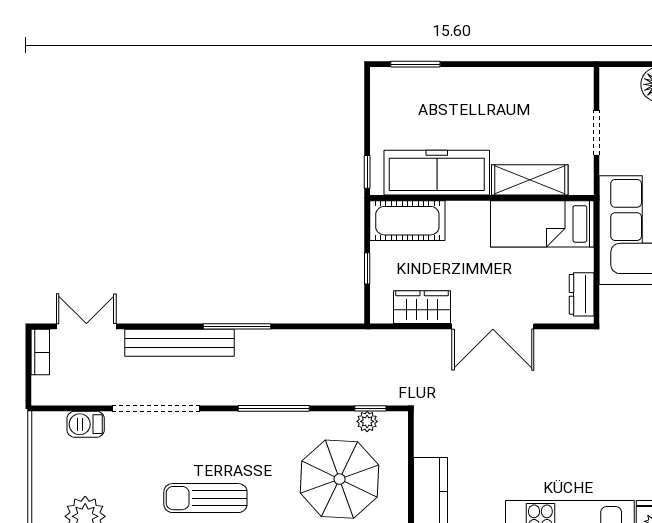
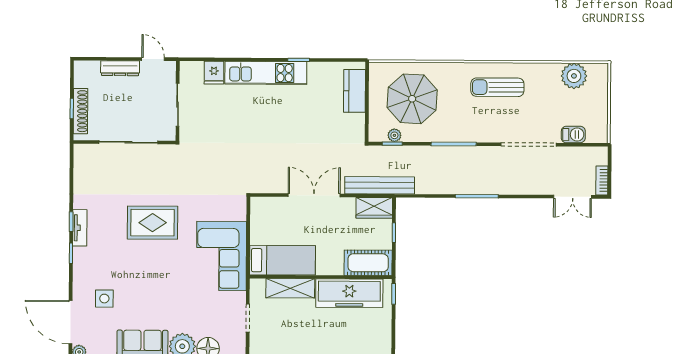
dresser: (582, 294) -> (258, 215), removed
wardrobe: (422, 307) -> (374, 208), moved
bench: (179, 343) -> (380, 185), moved
sun lounger: (205, 498) -> (497, 87), turned 180

